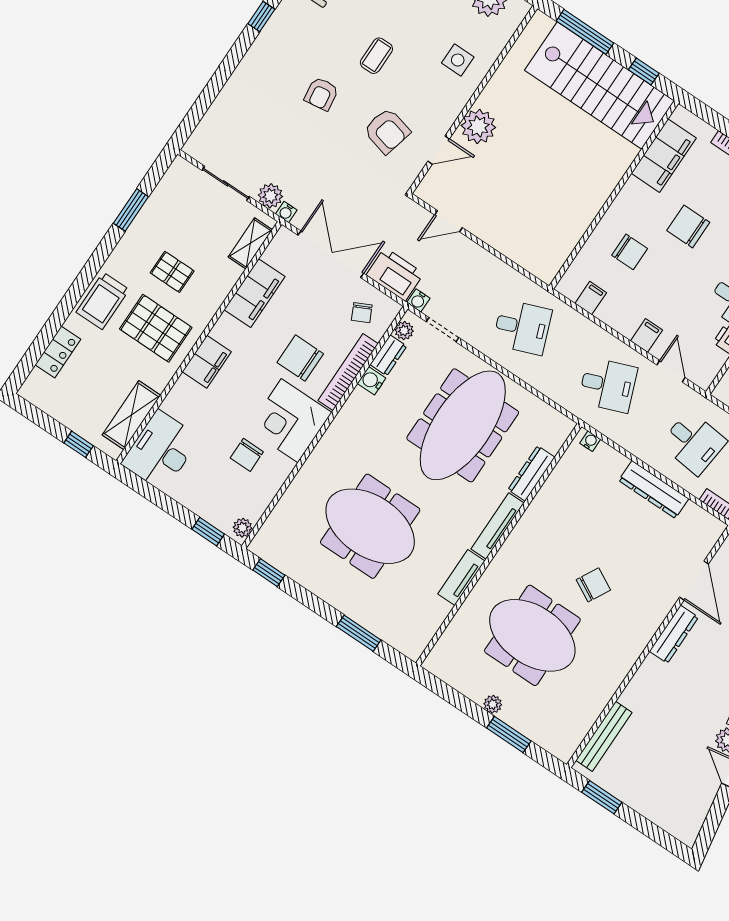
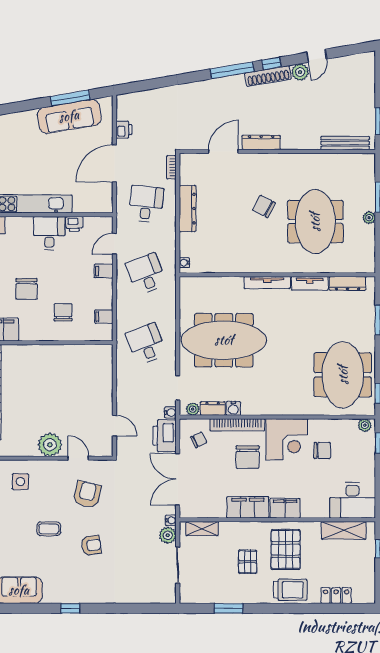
filing cabinet: (255, 293) -> (248, 507), moved
dresser: (531, 473) -> (348, 283), moved
meeting table: (370, 526) -> (343, 375), moved

